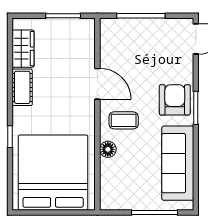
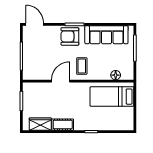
floor lamp: (108, 149) -> (116, 75), moved
bed: (53, 173) -> (112, 97), width x0.49

